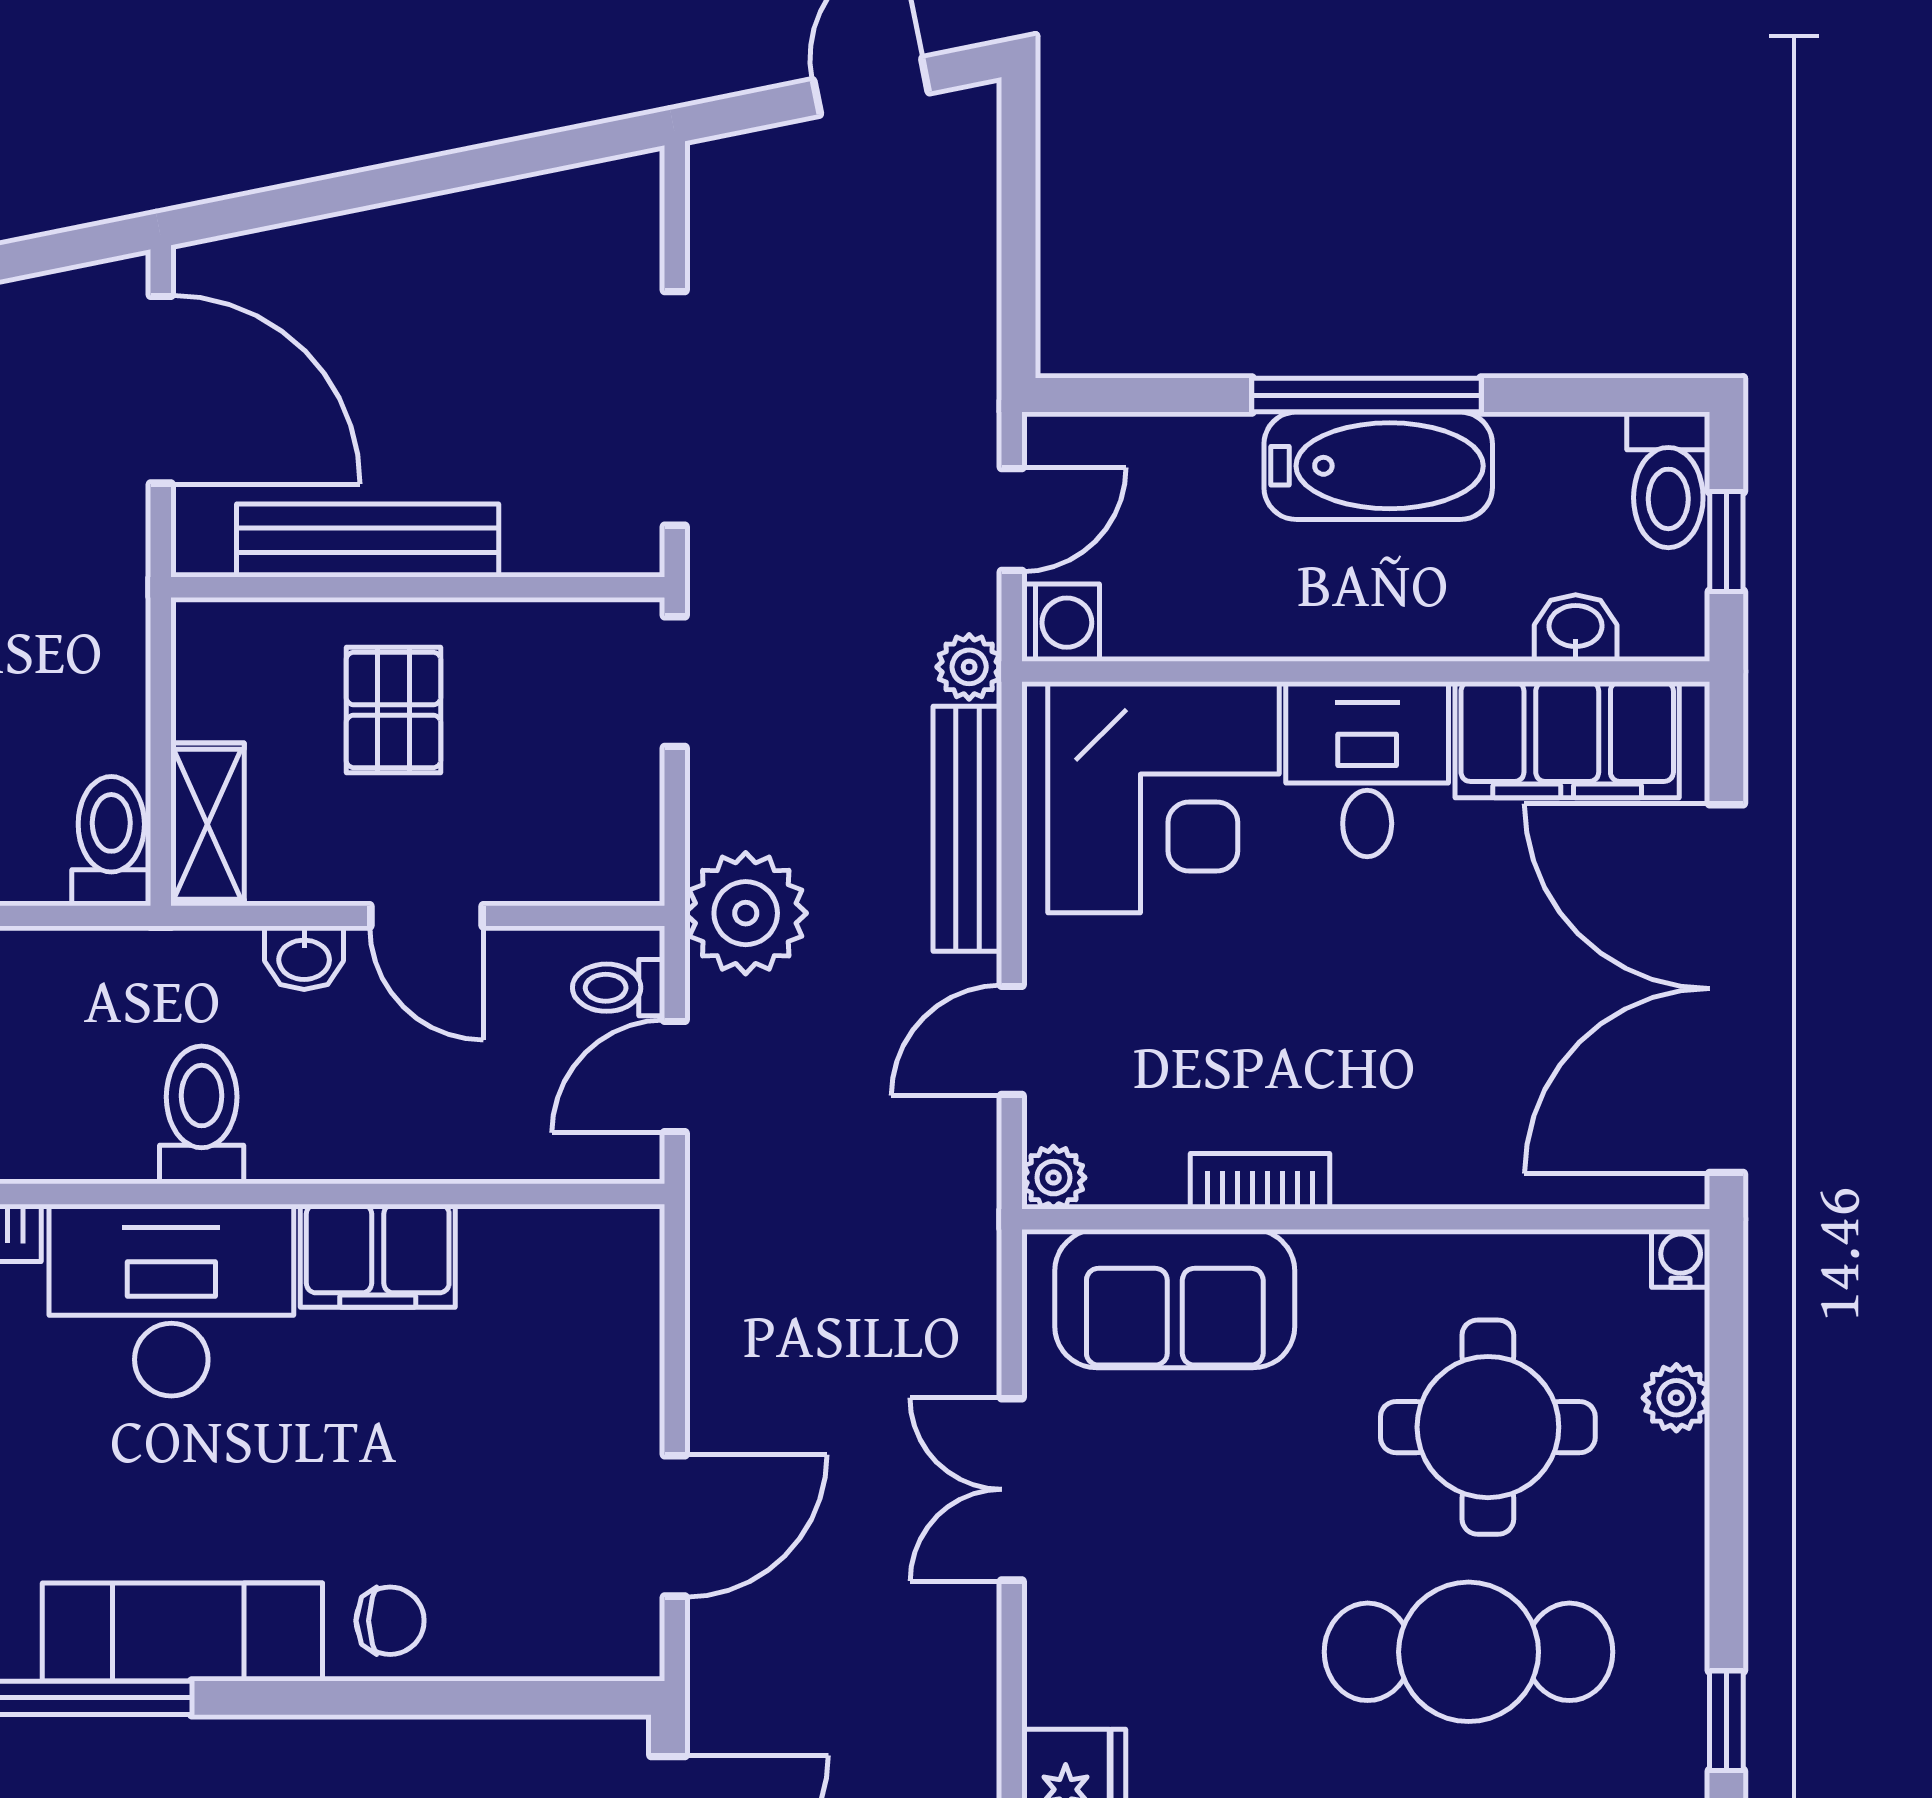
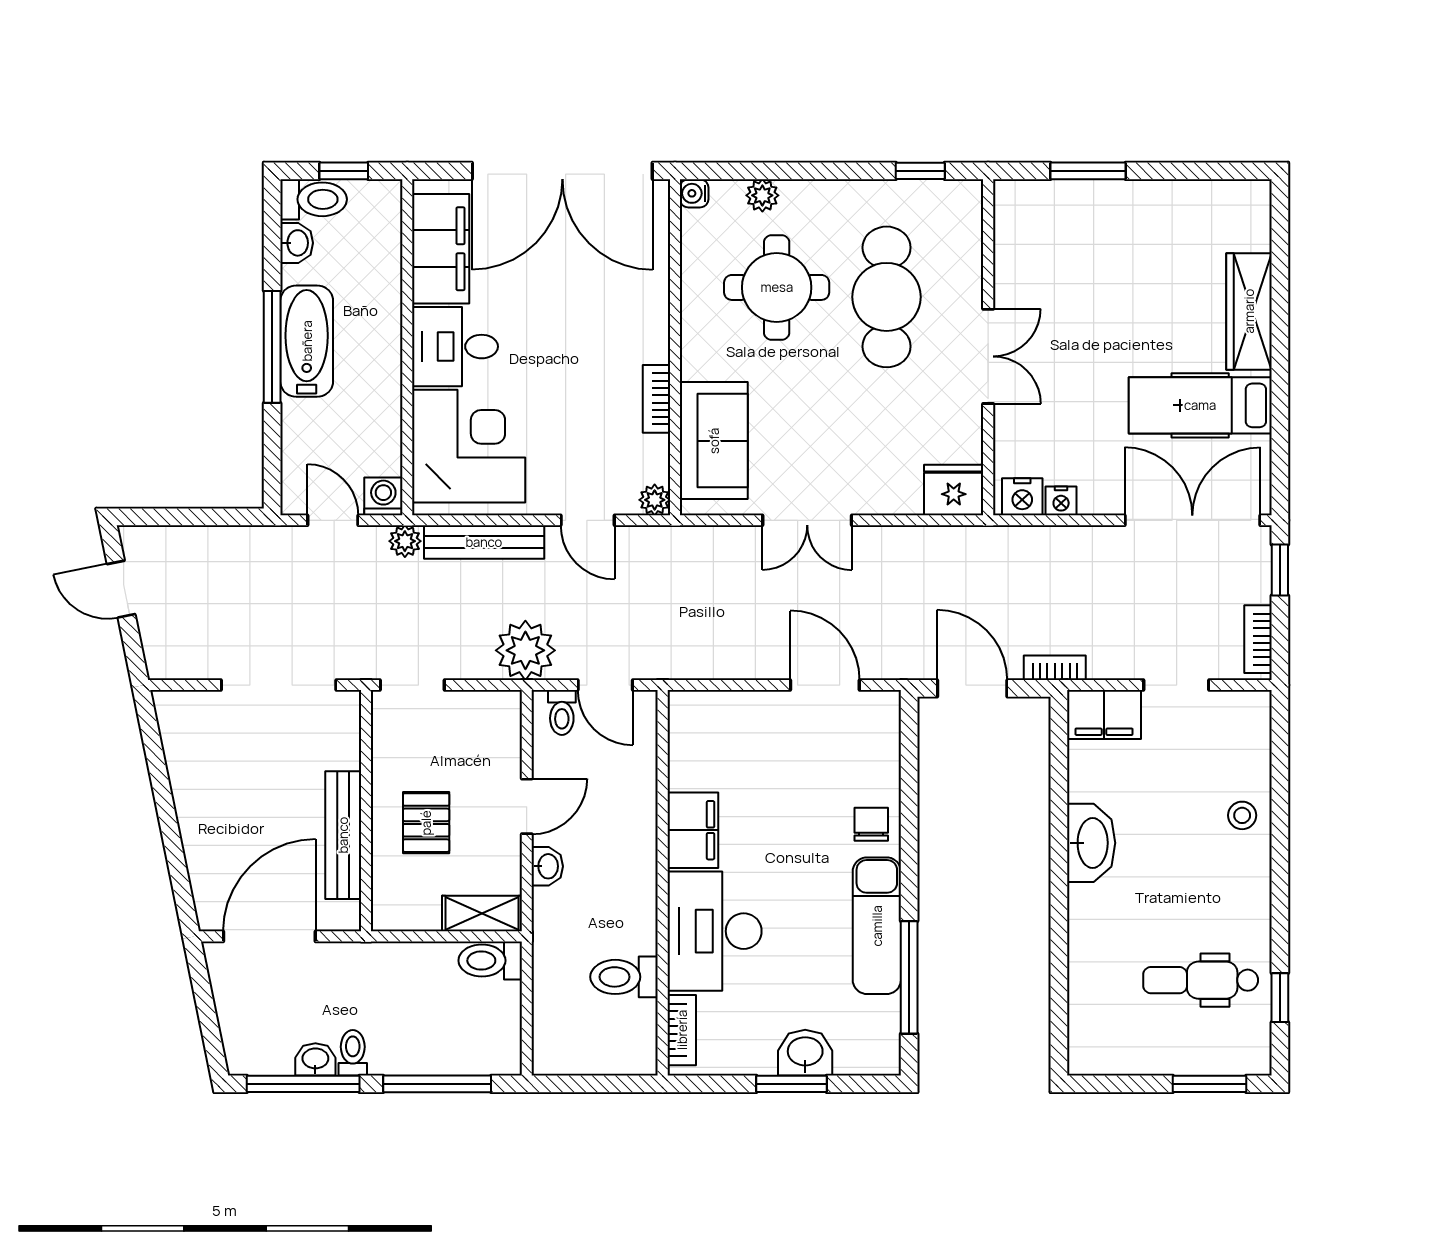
washbasin: (1576, 628) -> (297, 243), moved, turned 180
pallet: (393, 710) -> (426, 823), turned 90
toilet: (202, 1115) -> (624, 977), moved

